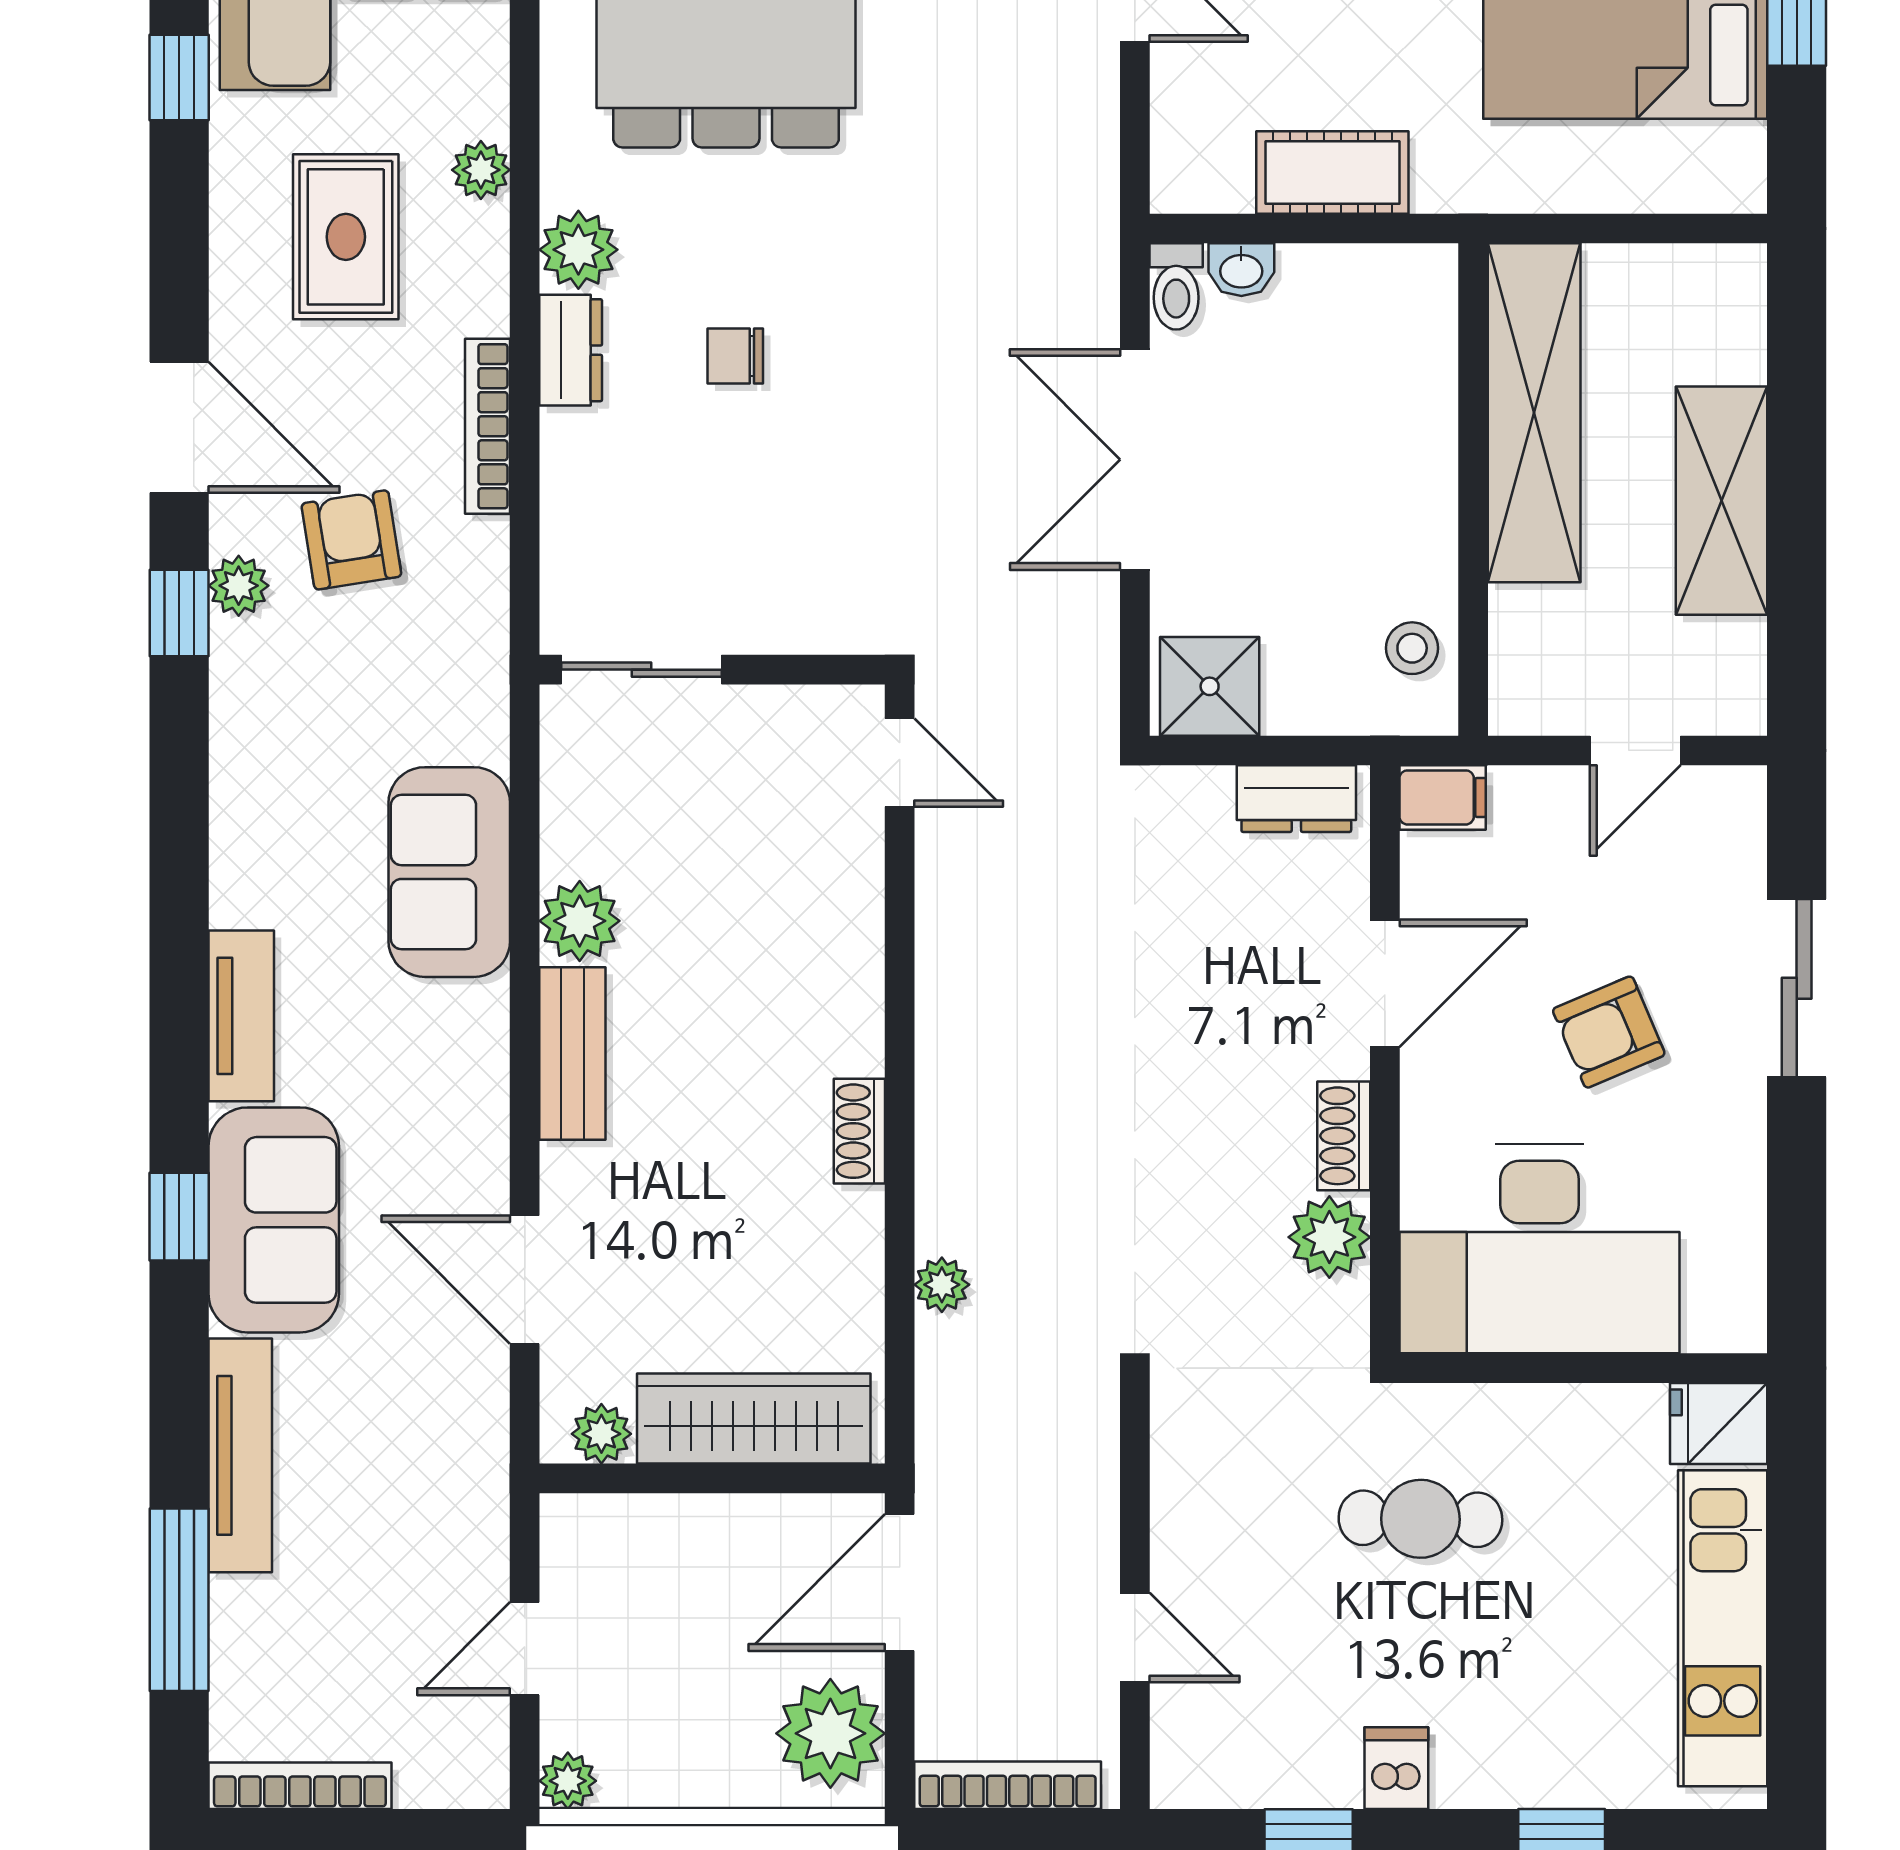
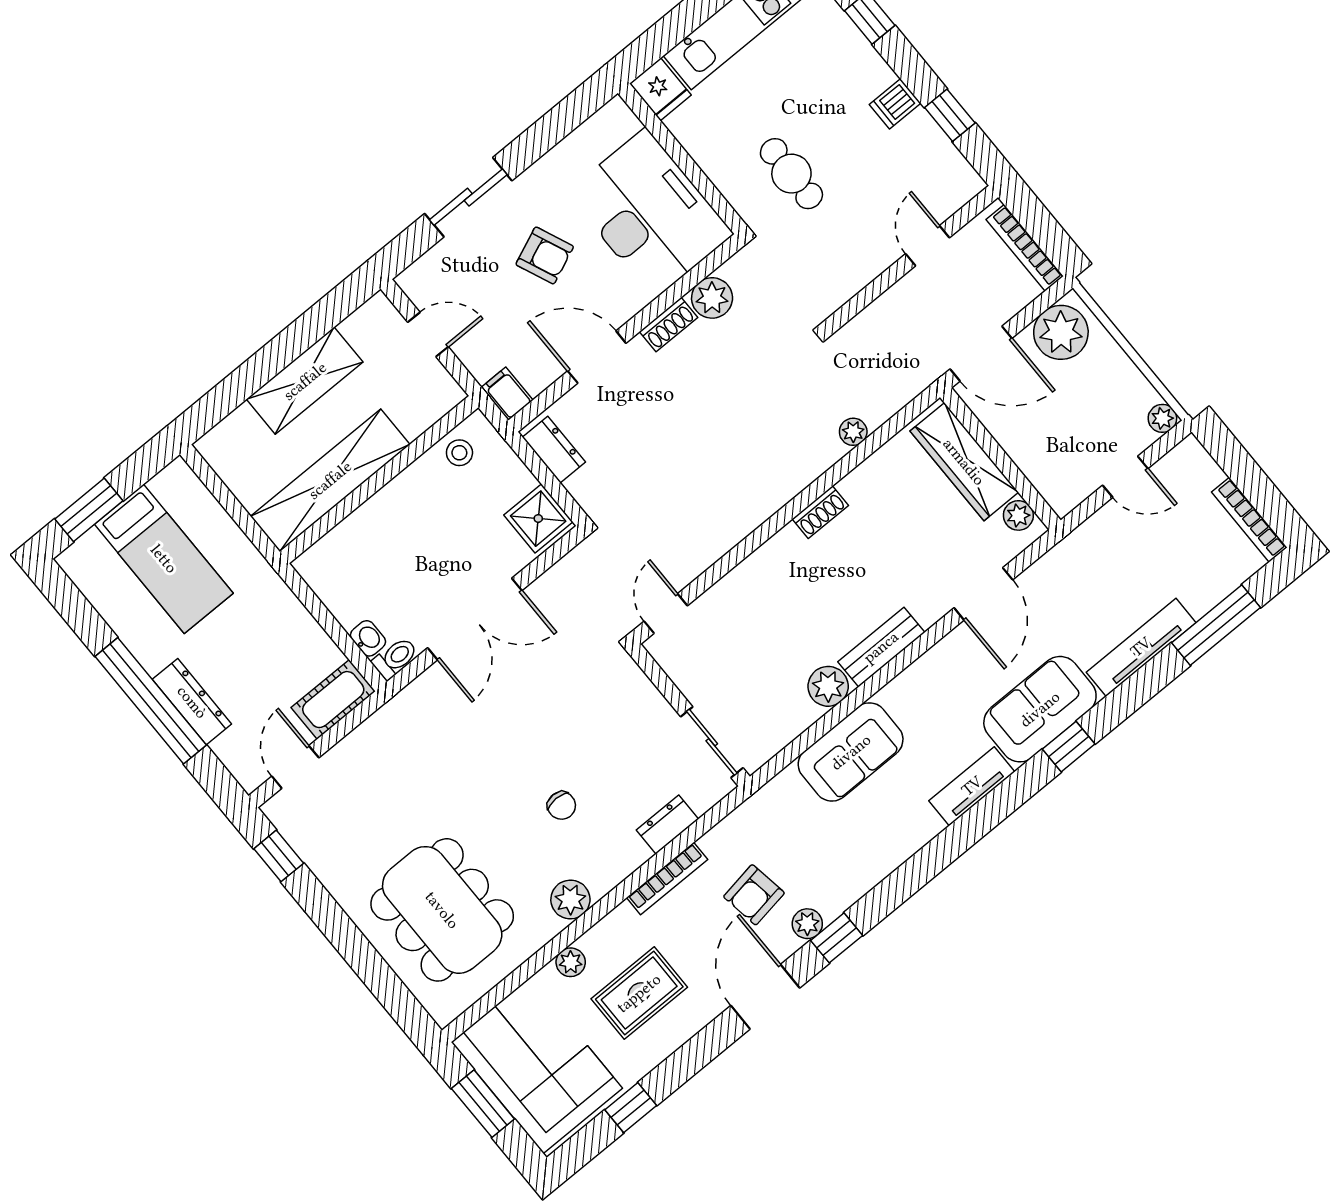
cot: (1332, 172) -> (333, 700), moved, turned 90
dresser: (571, 350) -> (667, 825), moved

